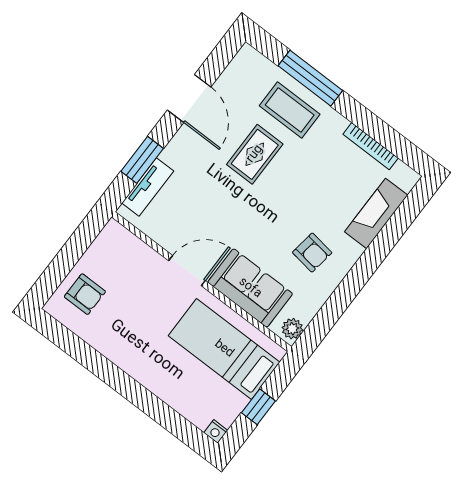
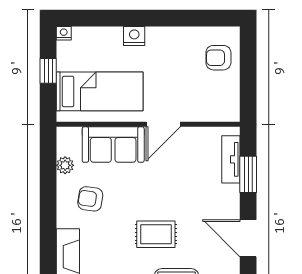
rug: (255, 154) -> (156, 234), moved, turned 90
plant: (292, 329) -> (65, 165), moved
nightstand: (150, 377) -> (134, 36), added

